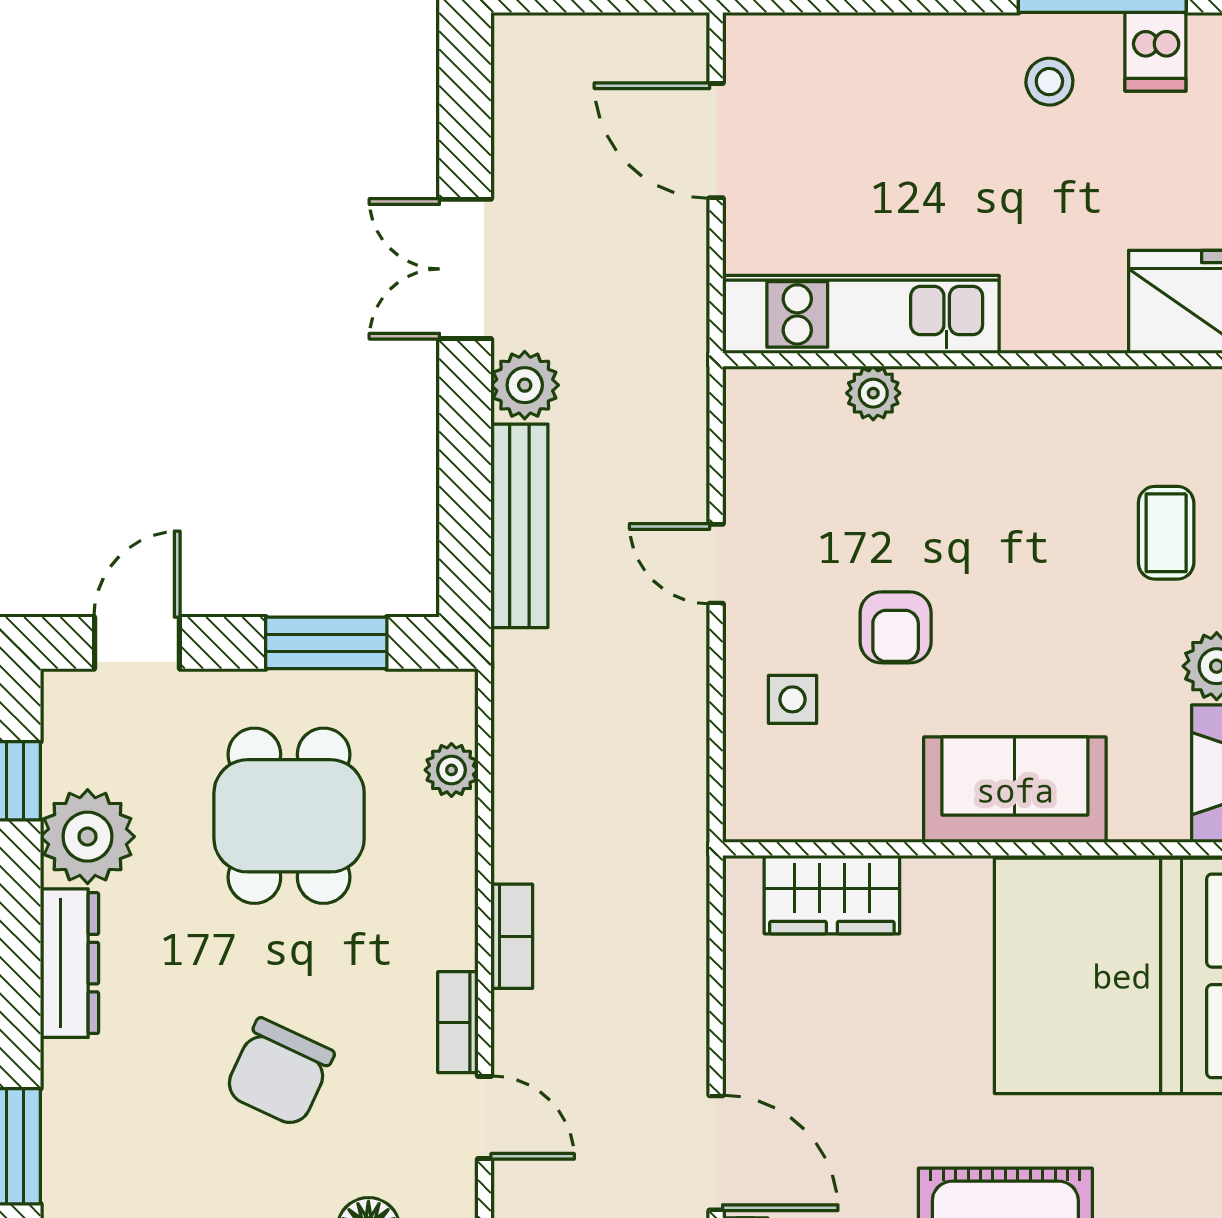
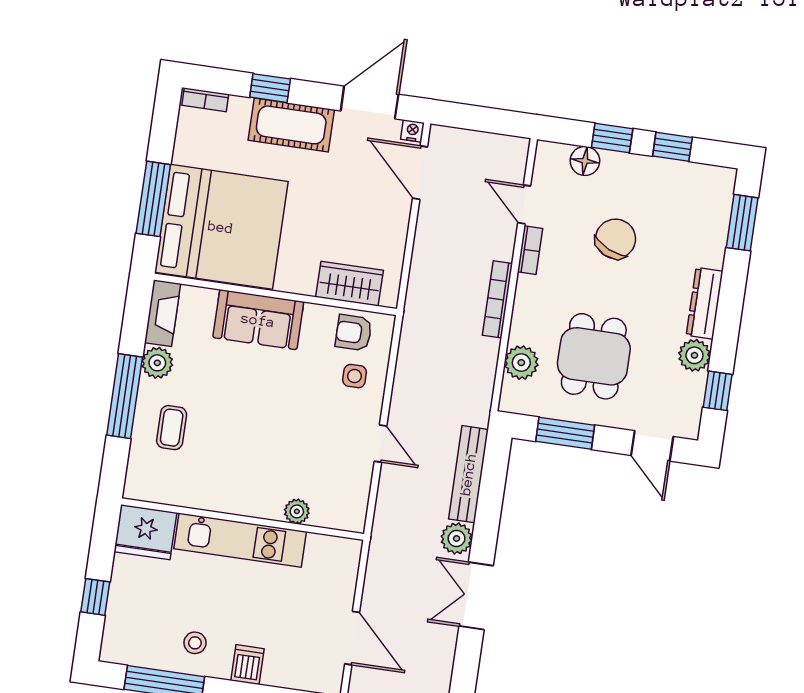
dishwasher: (1155, 52) -> (247, 665), moved
double door: (465, 269) -> (476, 596), swing flipped
kitchen unit: (861, 314) -> (240, 540), moved
armchair: (896, 627) -> (354, 333), moved, turned -90
door: (137, 643) -> (652, 446), hinge flipped
plant: (451, 770) -> (521, 363), width x1.38, depth x1.38
plant: (88, 837) -> (694, 355), width x0.73, depth x0.73
bookcase: (512, 936) -> (498, 299), width x1.56

